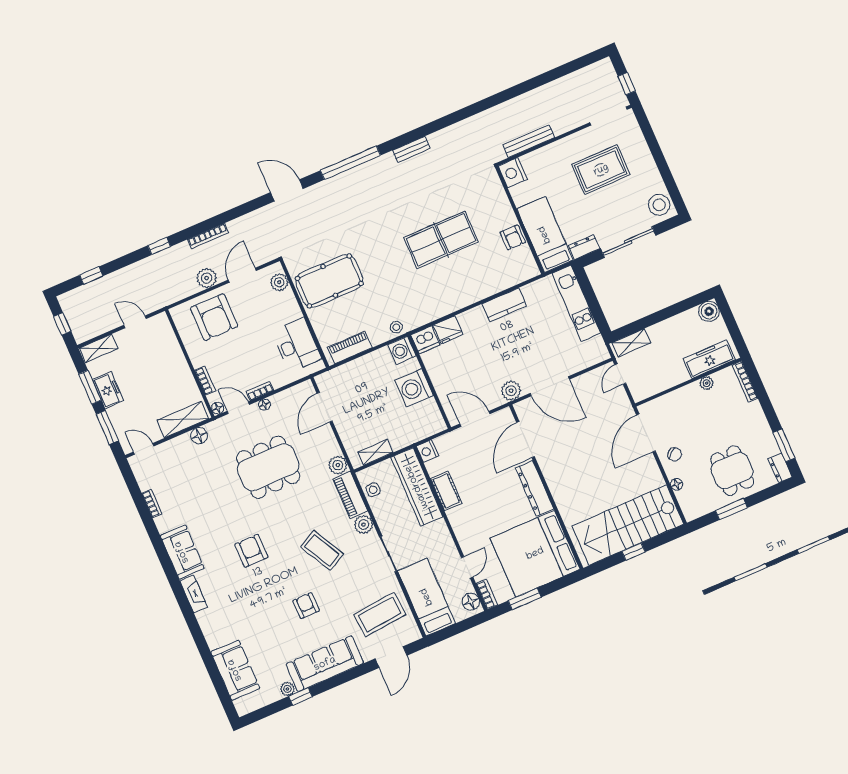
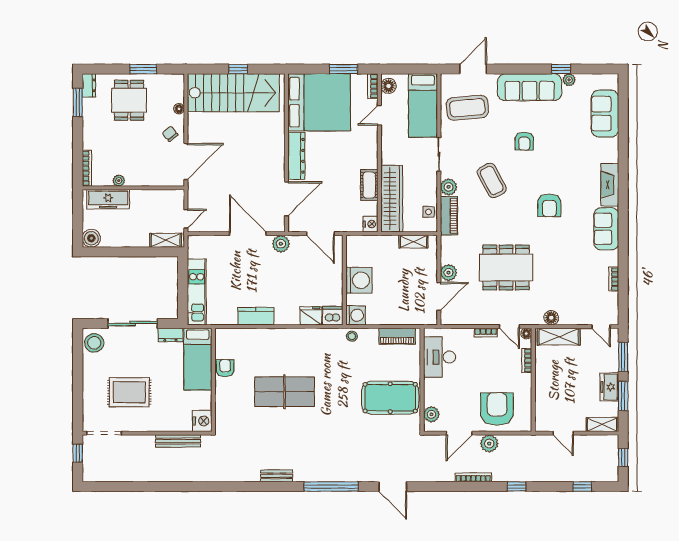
floor lamp: (264, 405) -> (487, 320), removed
plant: (338, 465) -> (449, 273), moved
fireplace: (194, 594) -> (610, 185), width x1.37, depth x1.32

